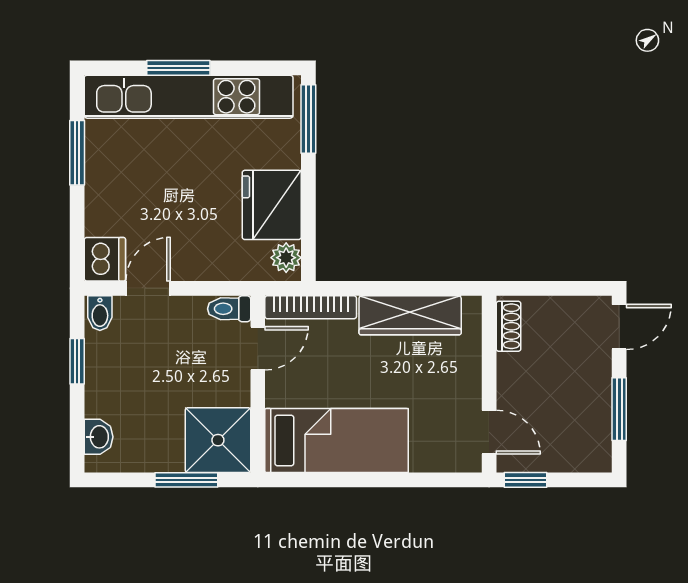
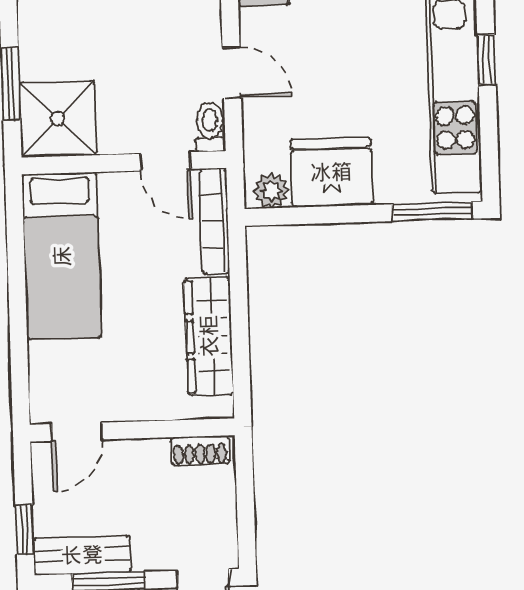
window: (178, 68) -> (486, 59), width x0.67
door: (148, 288) -> (232, 73), moved
bench: (596, 431) -> (82, 555), added
window: (525, 480) -> (25, 530), moved

